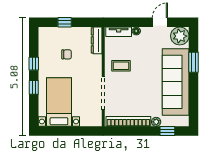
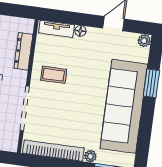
plant: (180, 36) -> (144, 41), width x0.53, depth x0.53
dresser: (97, 40) -> (23, 51), moved

